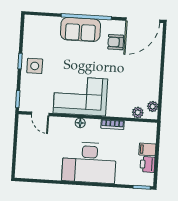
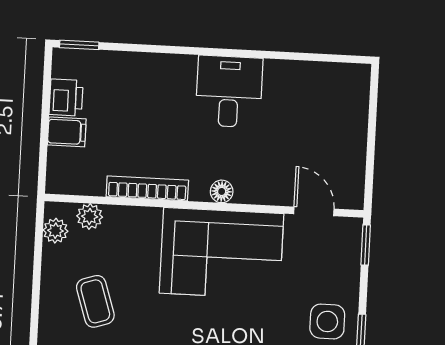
coffee table: (136, 76) -> (95, 301), added
bookcase: (113, 125) -> (147, 188), width x1.56
desk: (89, 163) -> (229, 91), width x0.53, depth x0.77

